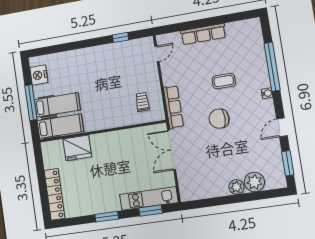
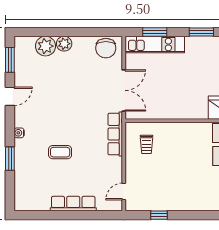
window: (272, 67) -> (10, 159), width x0.47
chair: (219, 119) -> (106, 48), moved, turned 90

